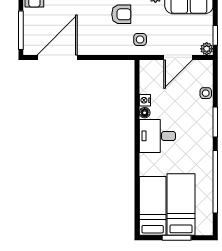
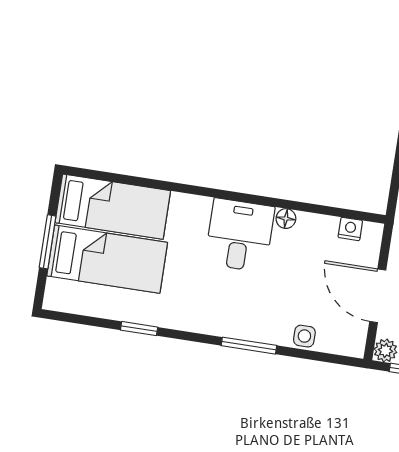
nightstand: (145, 100) -> (350, 229), moved
window: (215, 182) -> (139, 329), width x0.32

